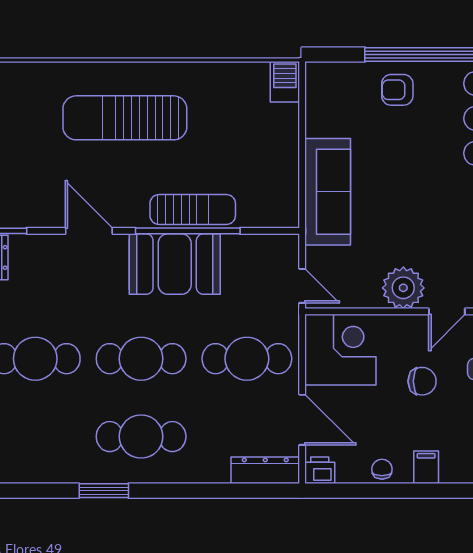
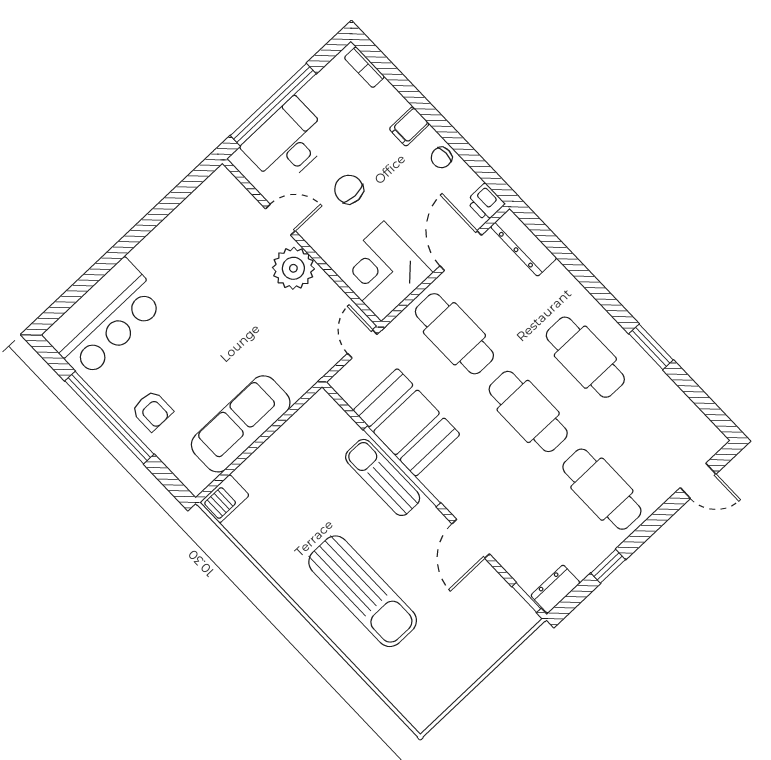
sofa: (328, 192) -> (241, 424), moved
booth: (175, 264) -> (407, 422), moved

